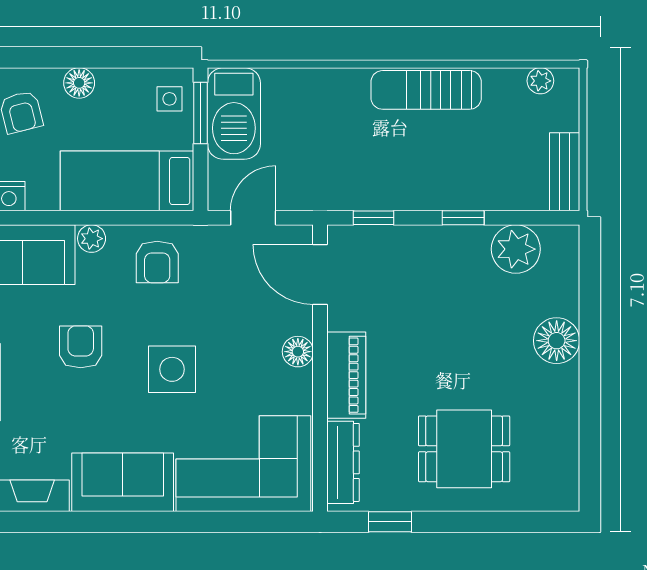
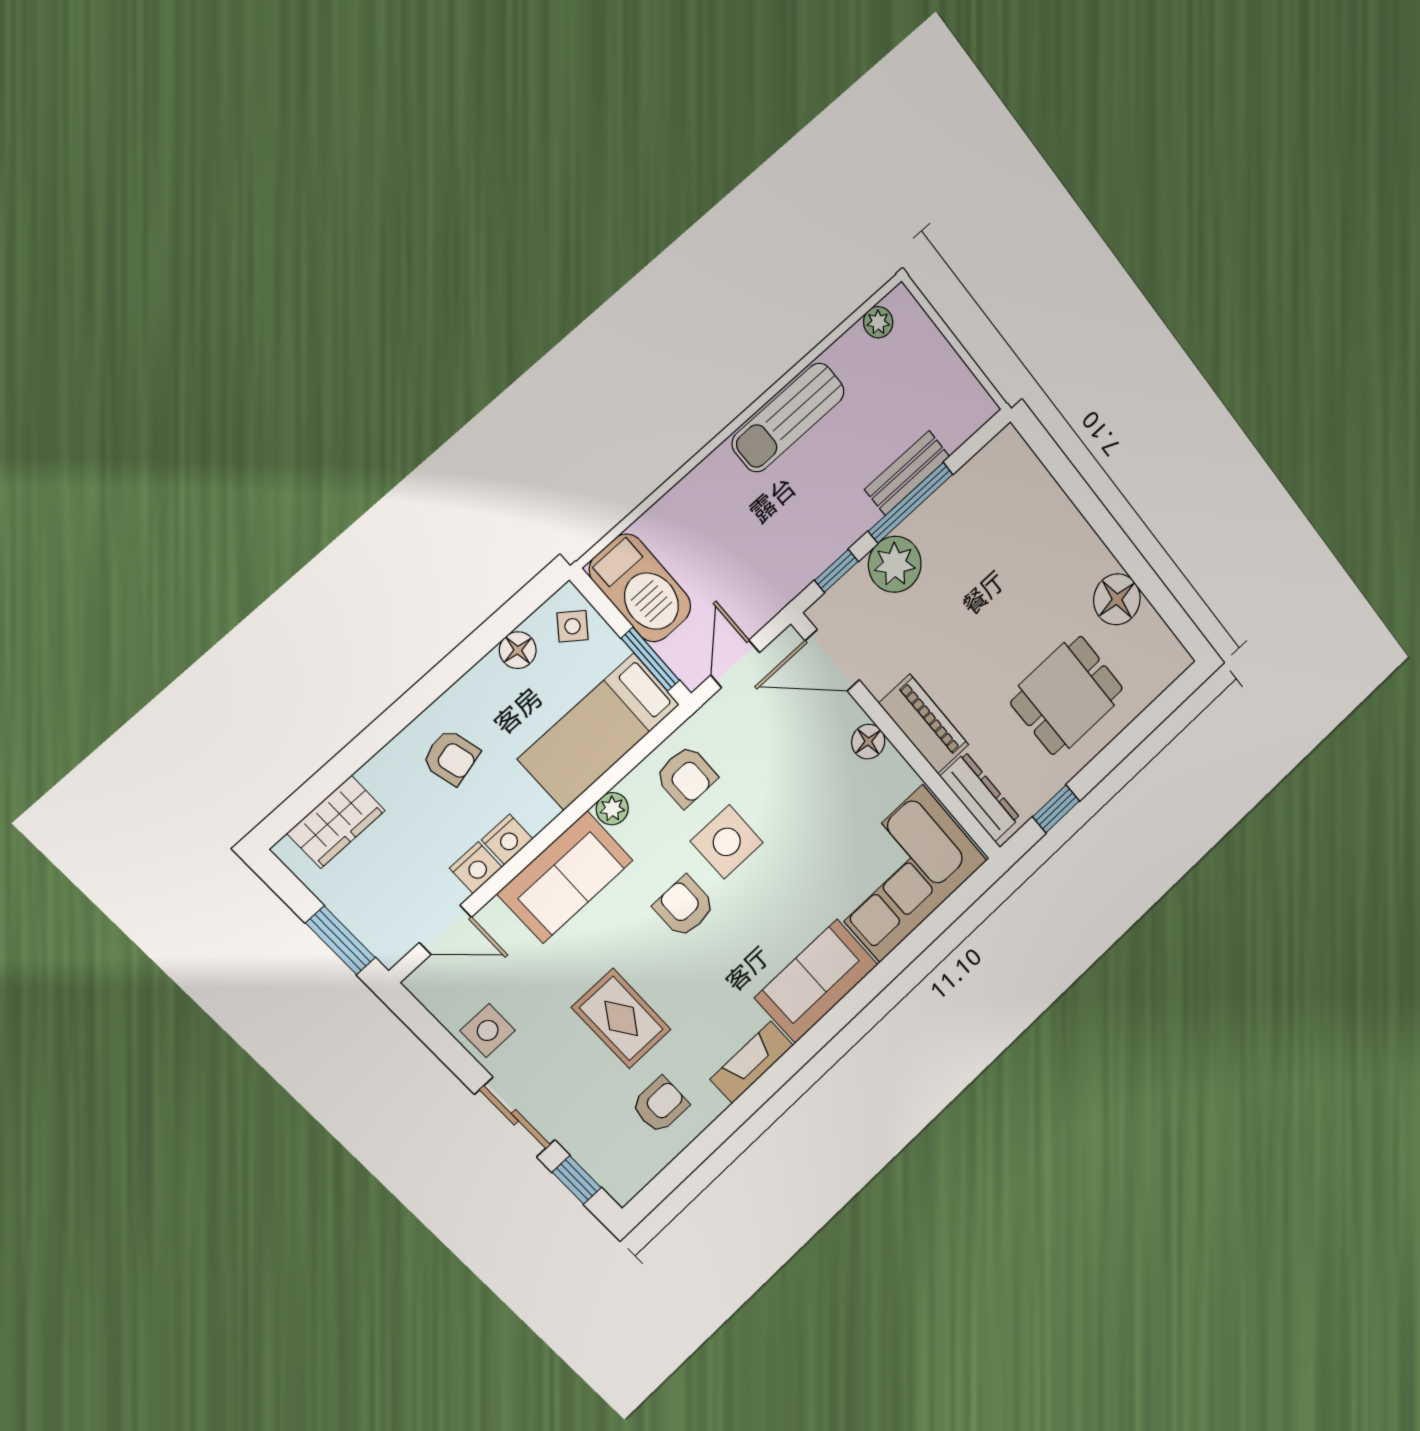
floor lamp: (79, 83) -> (518, 650), moved
side table: (169, 99) -> (573, 626), turned 37
window: (201, 113) -> (650, 659), moved
bench: (565, 172) -> (907, 473), moved, turned 90
window: (463, 218) -> (911, 503), width x2.17
plant: (516, 249) -> (895, 564), moved
floor lamp: (557, 341) -> (1117, 599), moved
side table: (172, 369) -> (727, 842), moved

